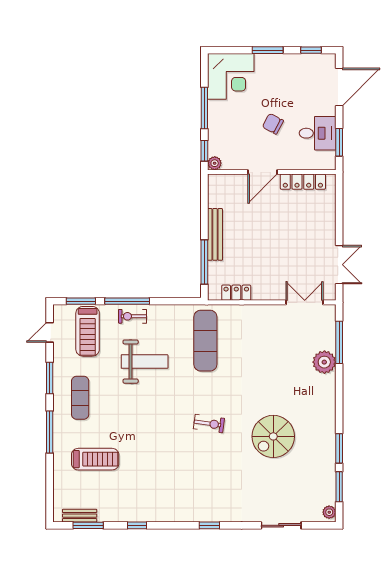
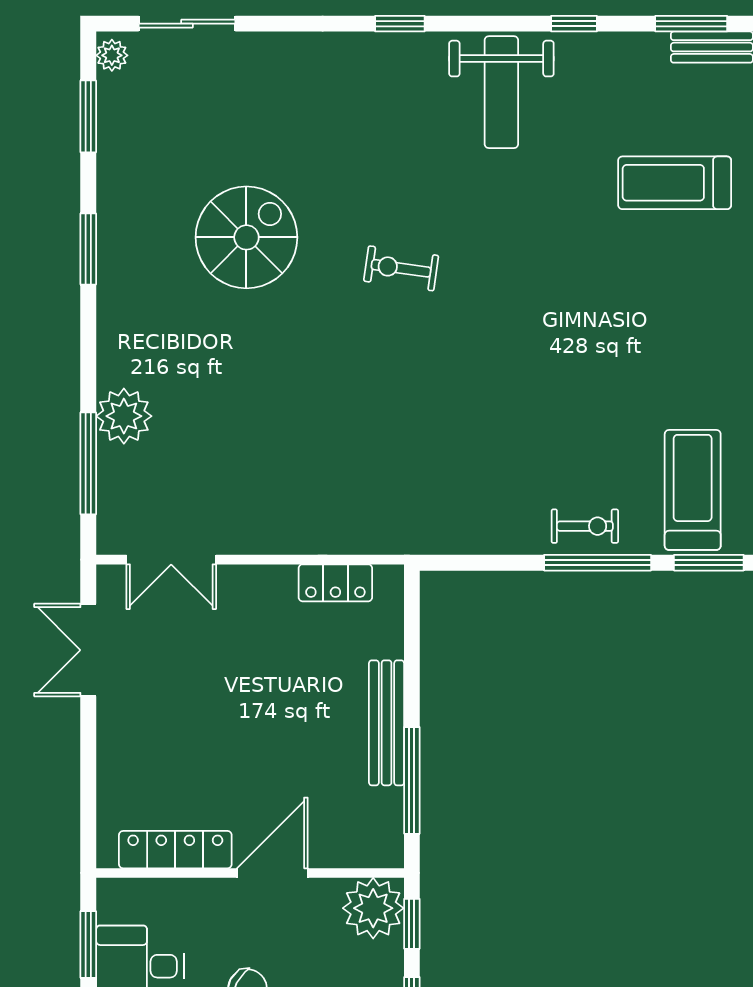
plant: (215, 163) -> (373, 908), width x1.87, depth x1.87
window: (204, 262) -> (412, 780), moved
exercise mat: (205, 341) -> (410, 468), removed
weight bench: (145, 362) -> (501, 92), moved, turned -90
exercise mat: (80, 398) -> (711, 330), removed
window: (339, 448) -> (88, 249), moved
sliding door: (281, 525) -> (187, 24), moved

